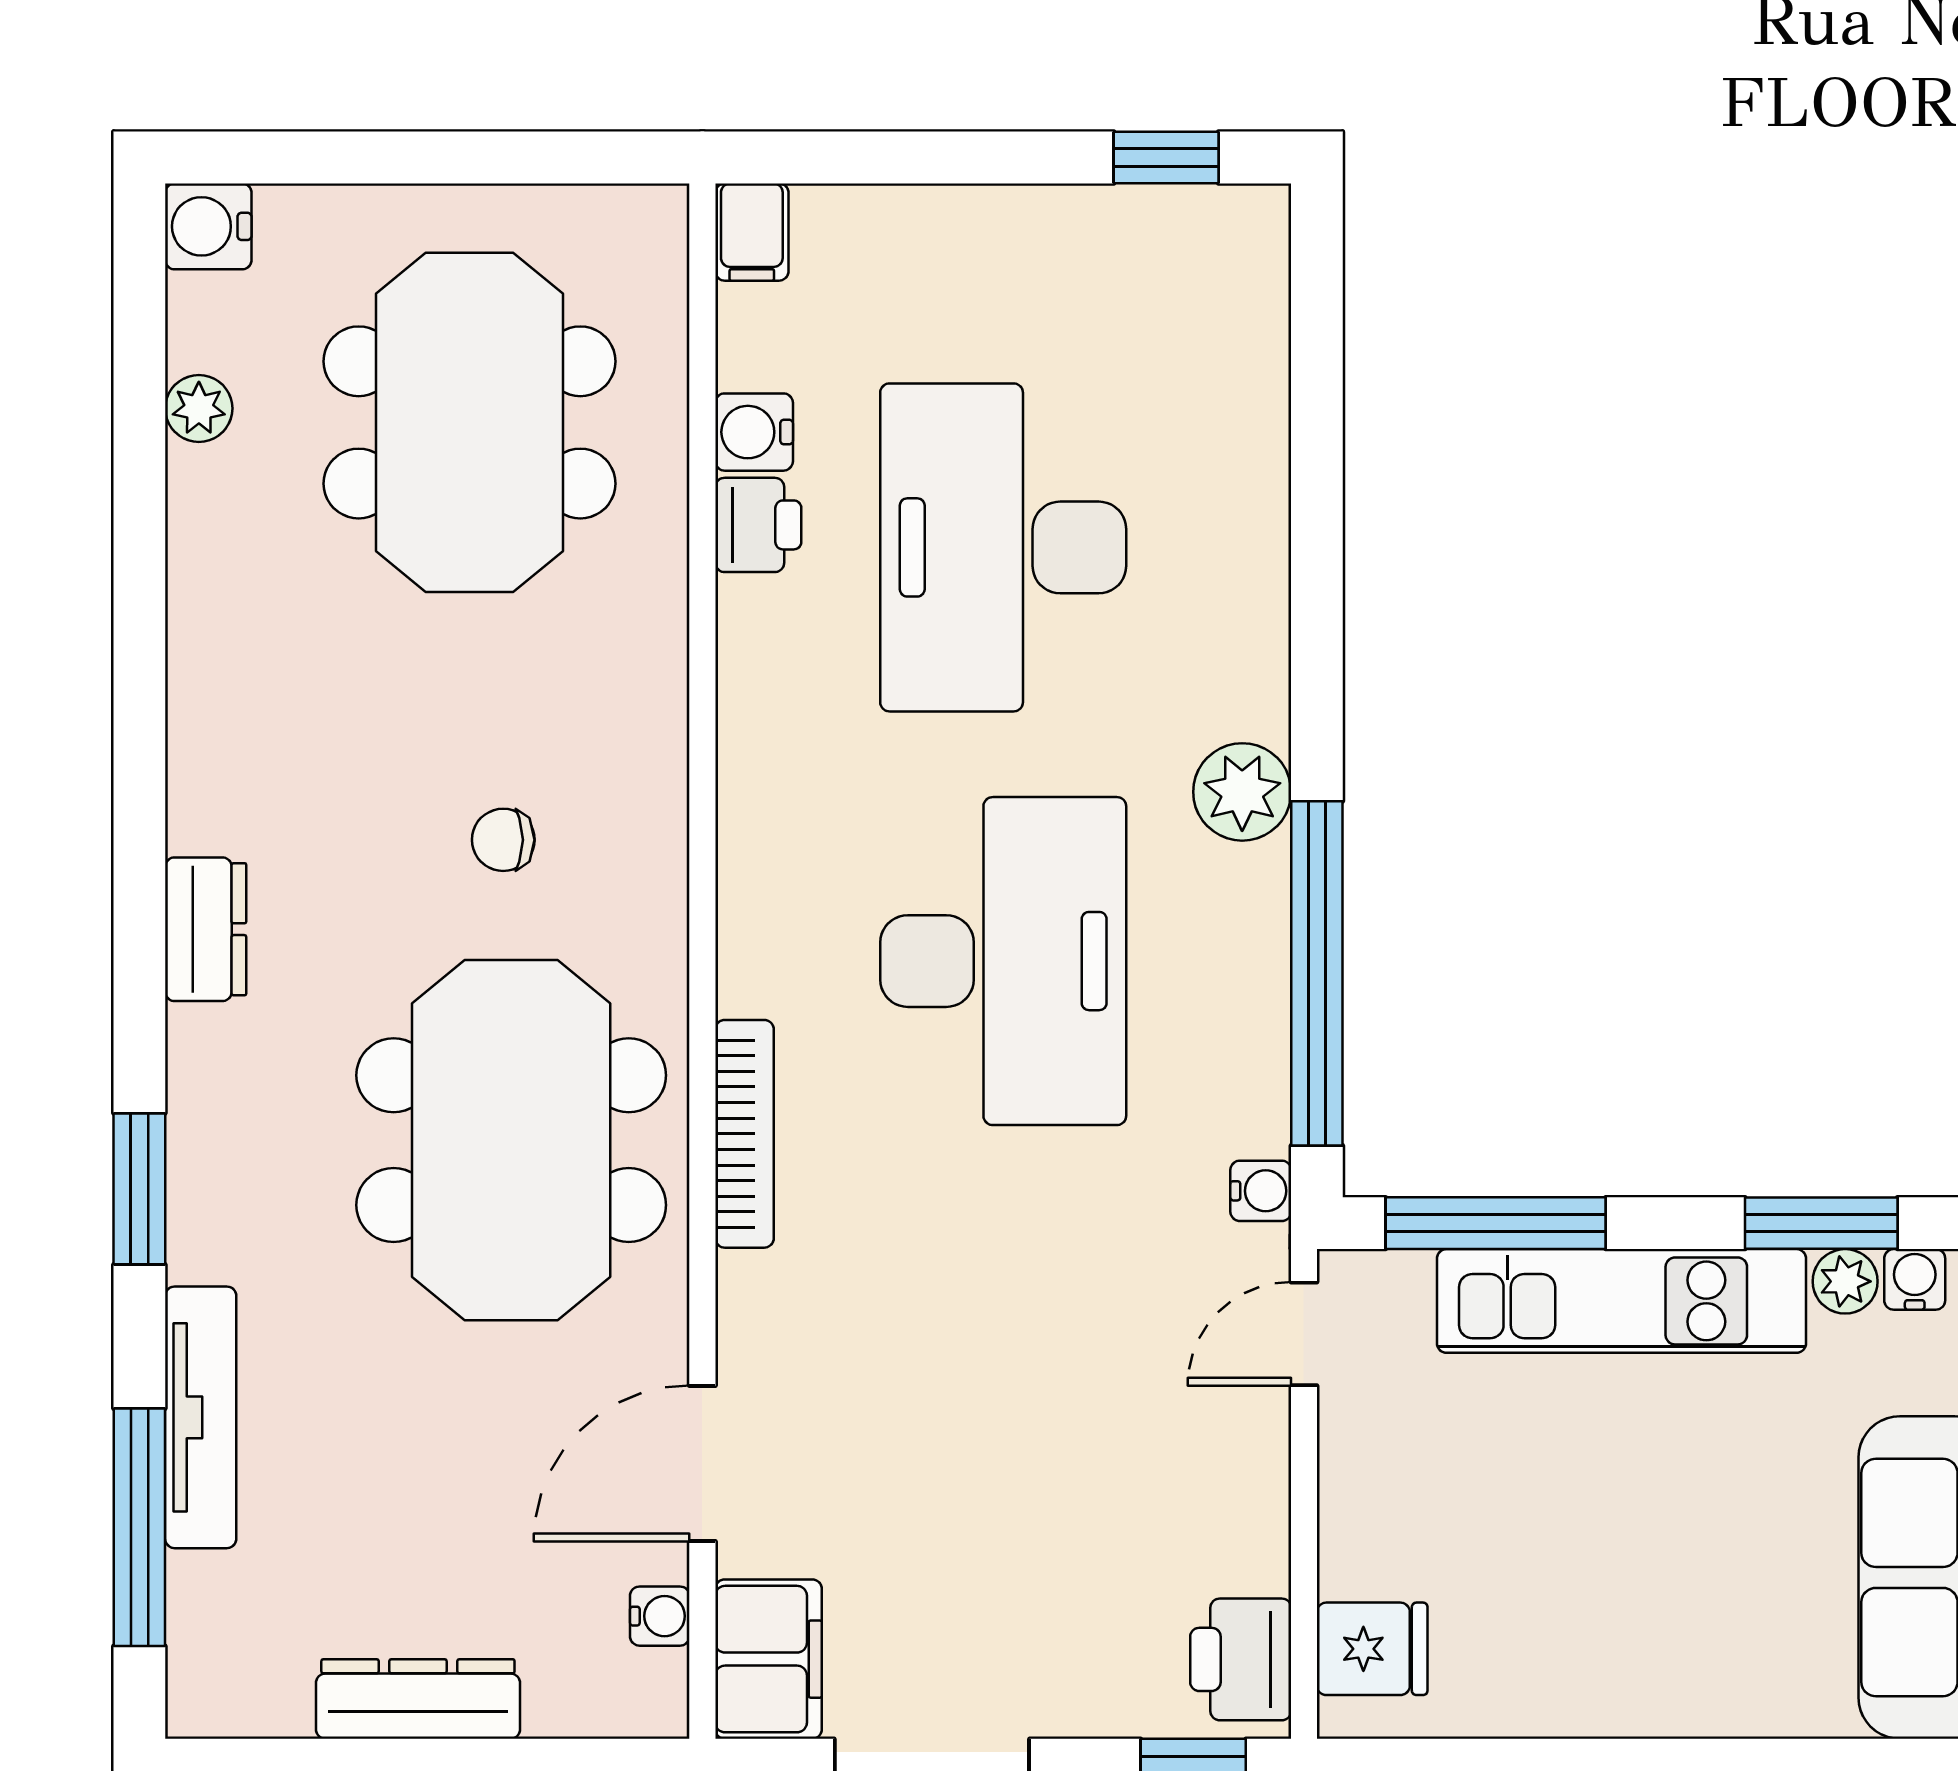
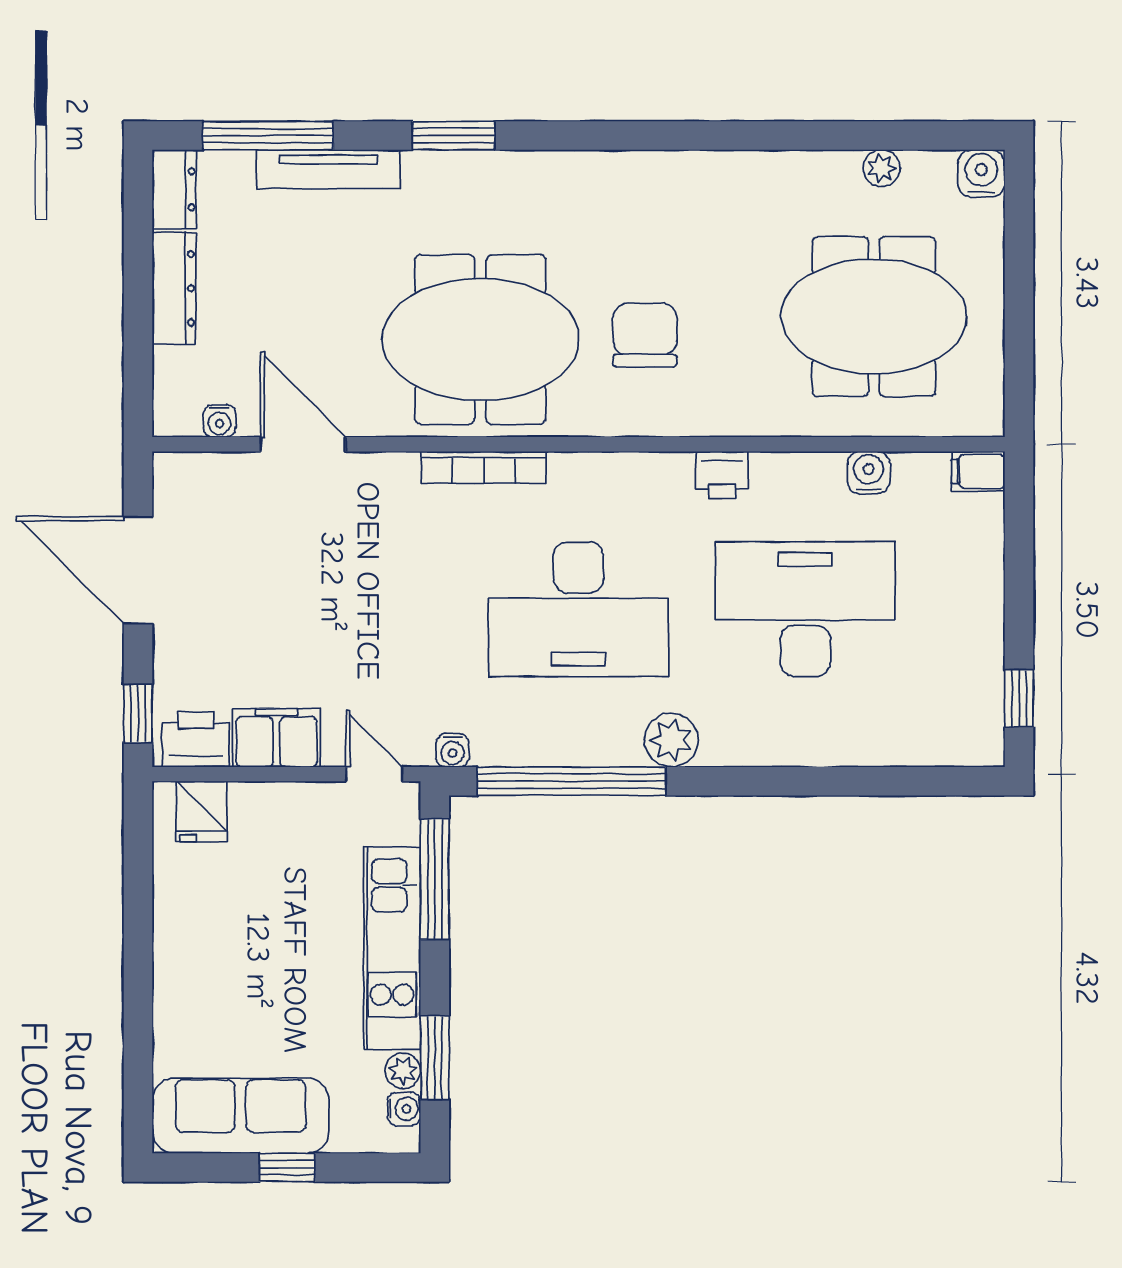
printer: (758, 525) -> (722, 475), moved
chair: (503, 840) -> (645, 335), width x1.87, depth x1.87
dresser: (206, 929) -> (174, 189), moved, turned -90
filing cabinet: (768, 1659) -> (277, 738), moved, turned 180

